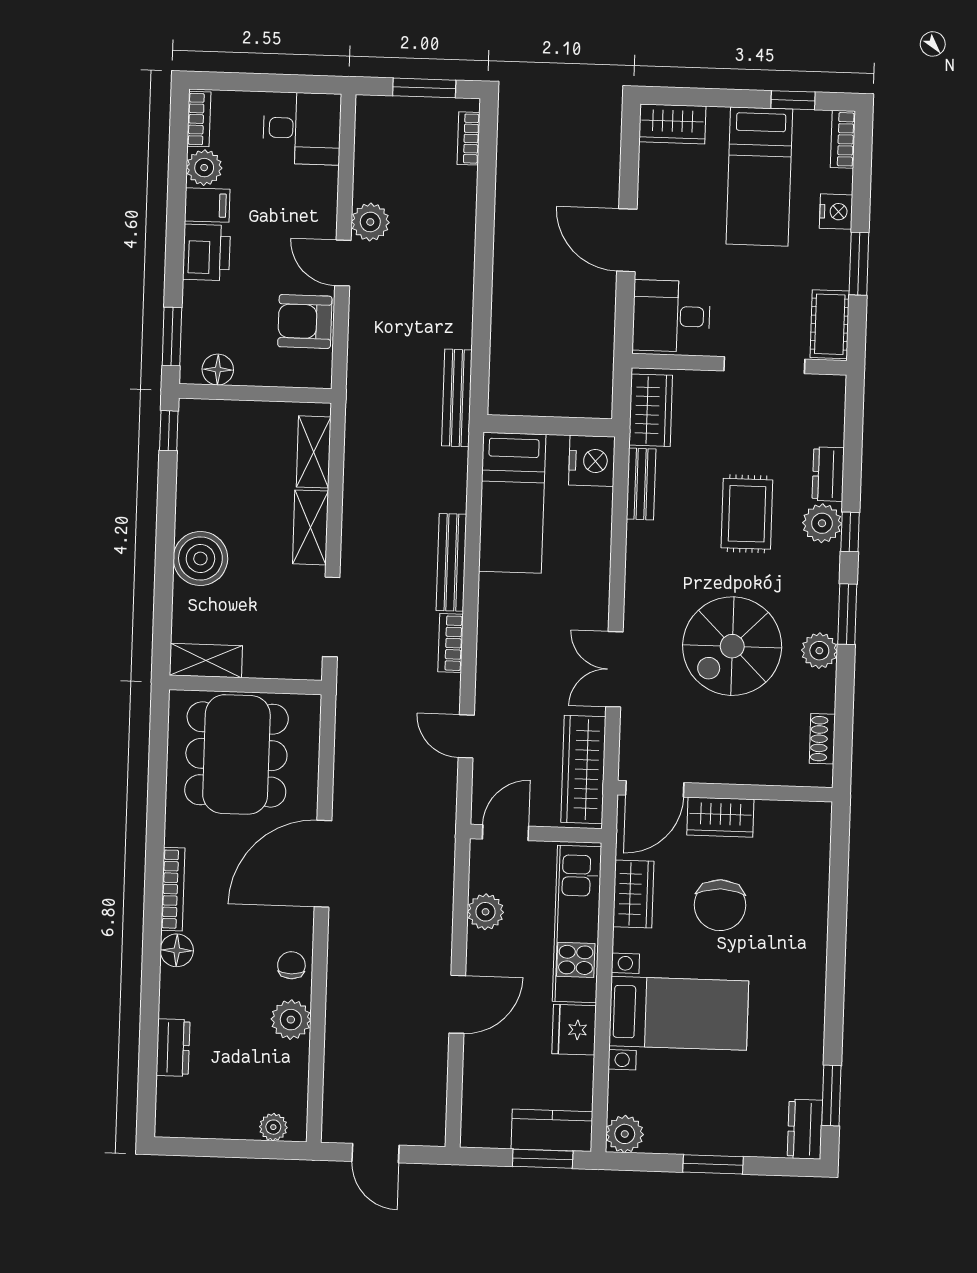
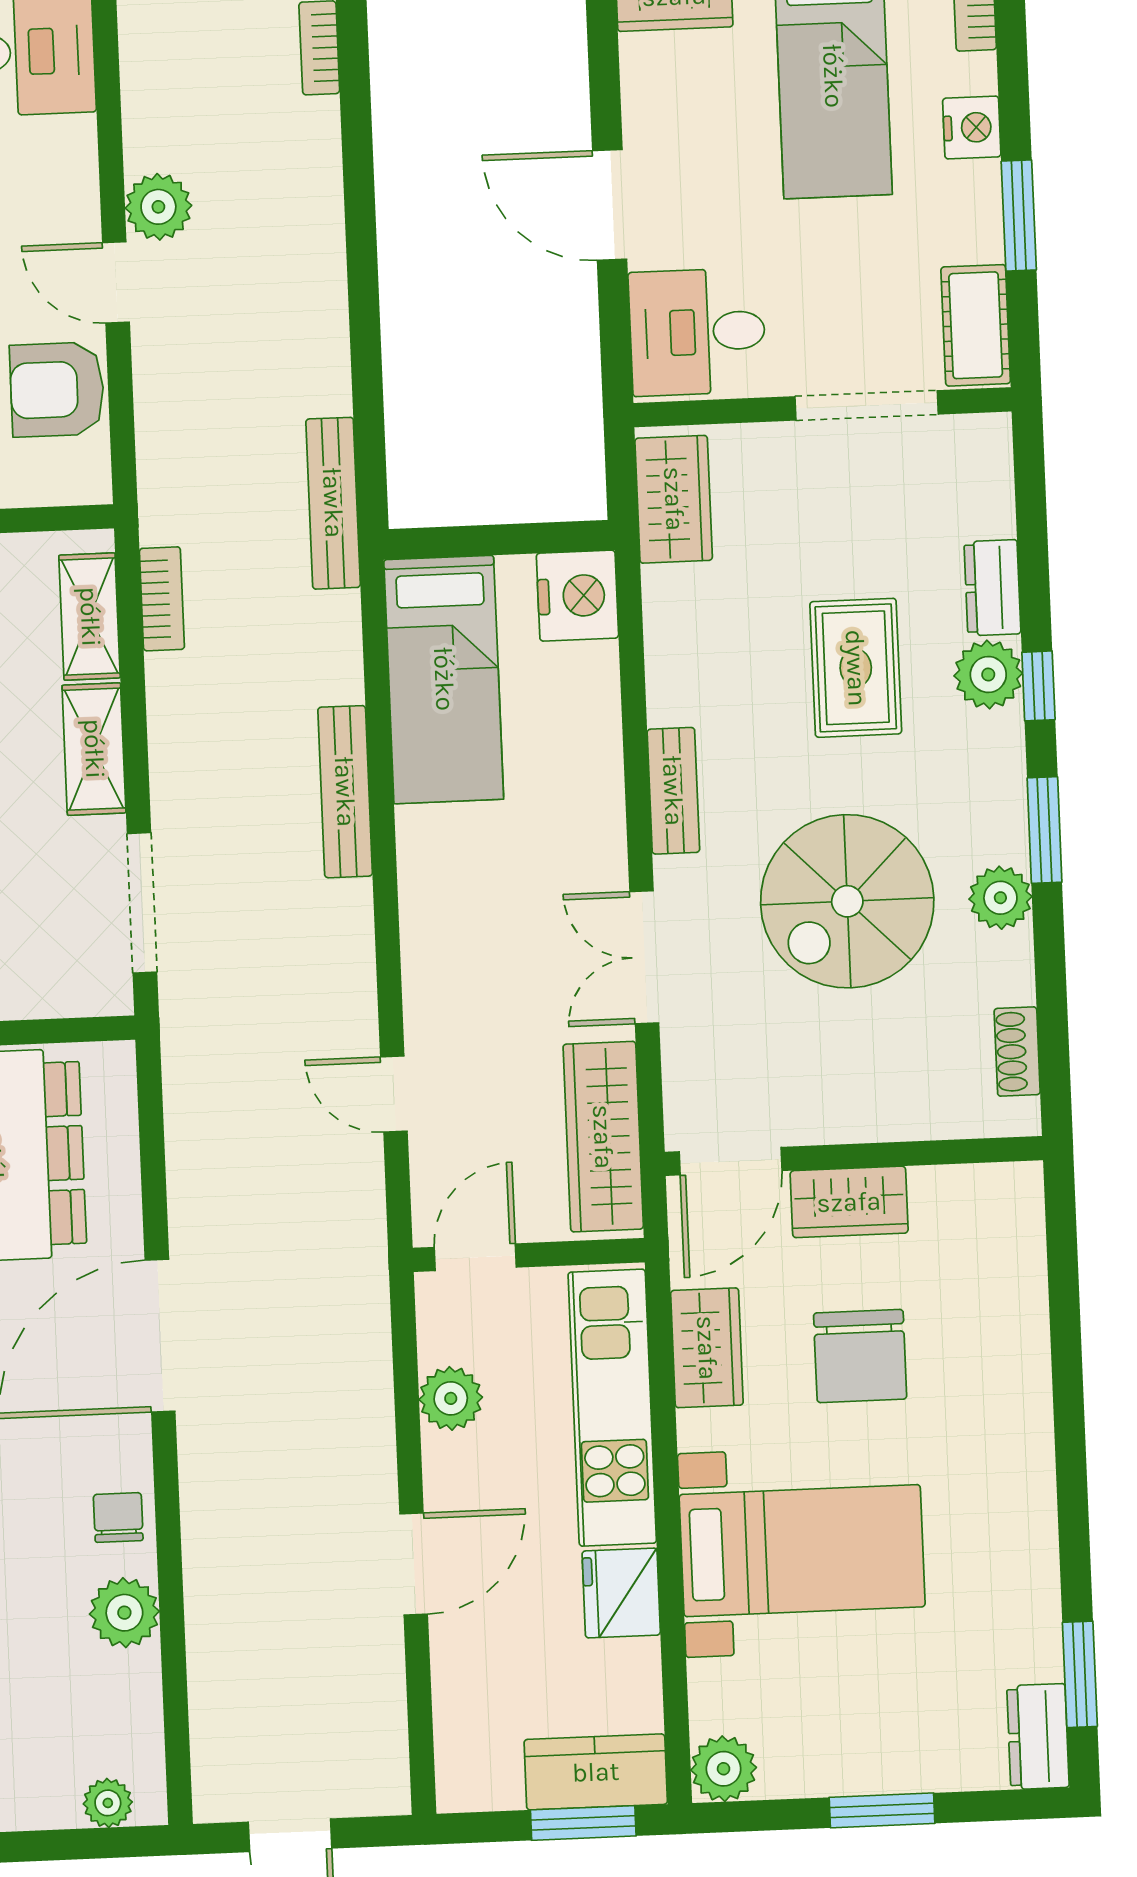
bench: (641, 484) -> (673, 791), moved
bookcase: (451, 643) -> (162, 599), moved, turned 180

